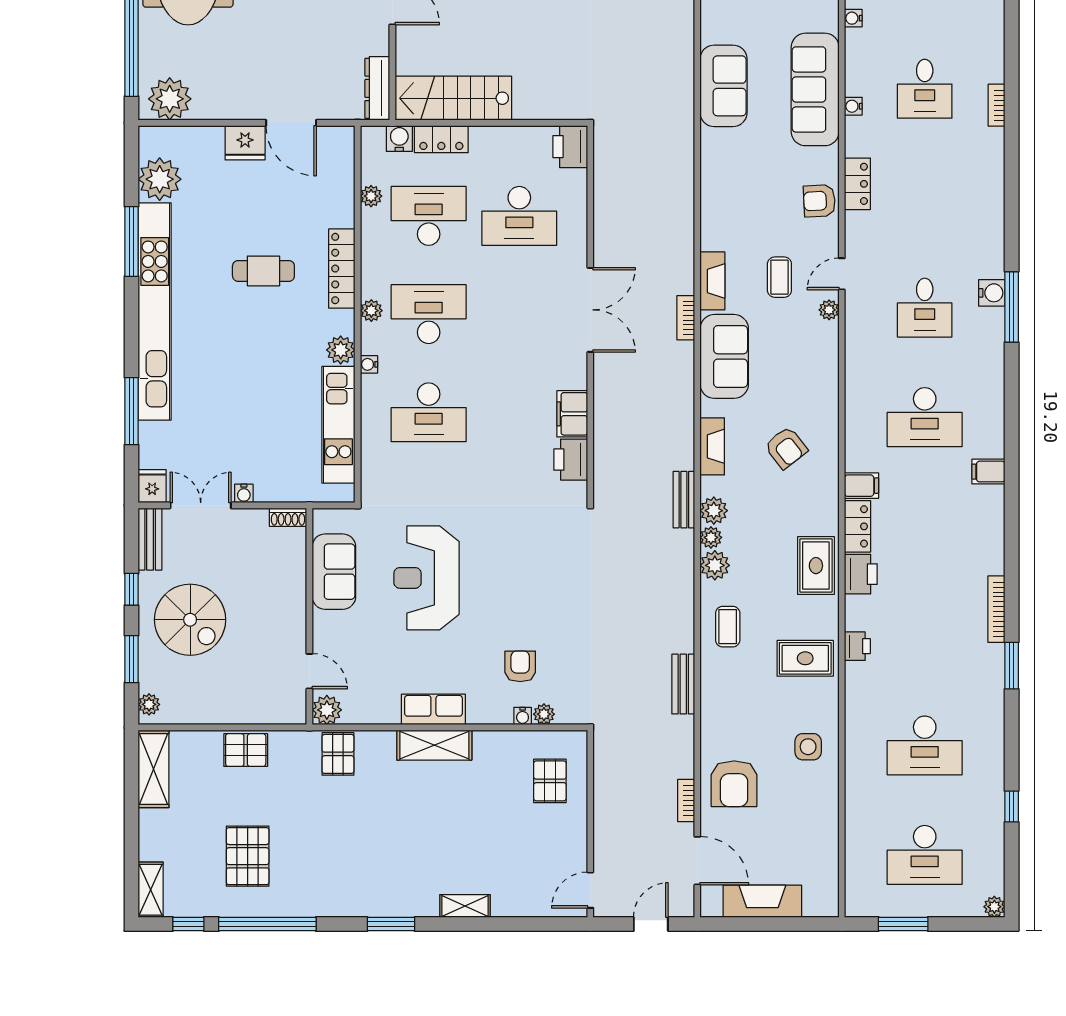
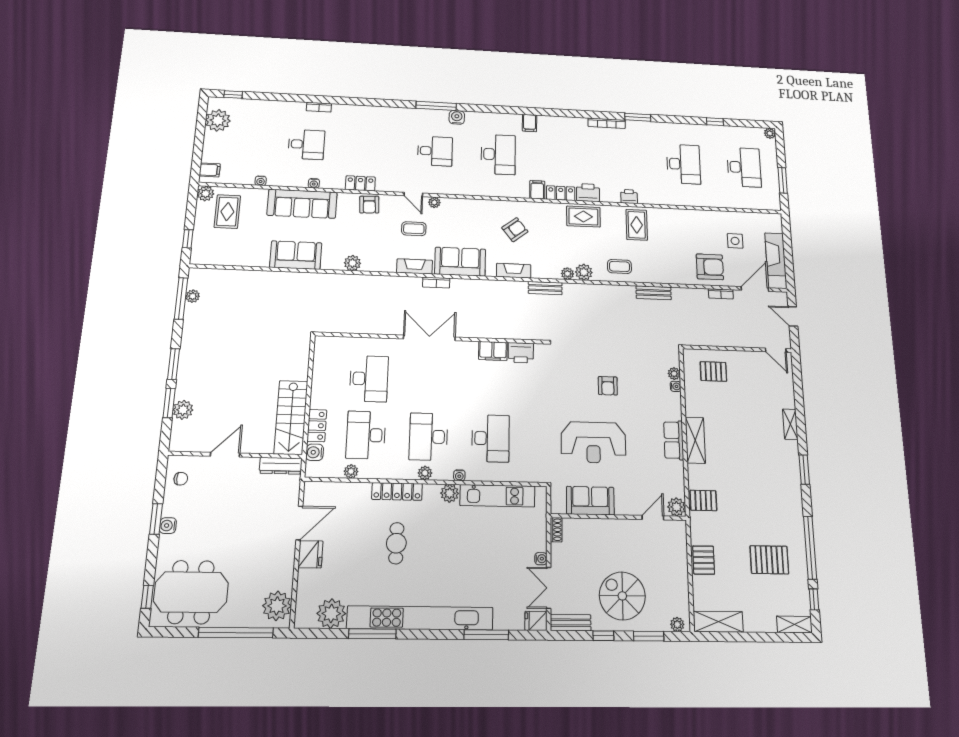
printer: (570, 147) -> (327, 346), removed
water cooler: (992, 293) -> (457, 117), moved
plant: (714, 511) -> (352, 263), moved
spiral stairs: (190, 620) -> (622, 596), turned -90
armchair: (520, 666) -> (608, 386), moved, turned -90
side table: (808, 747) -> (735, 241), moved

